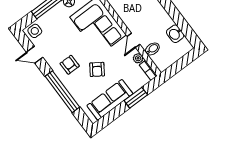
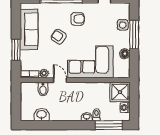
side table: (35, 31) -> (123, 25), moved

